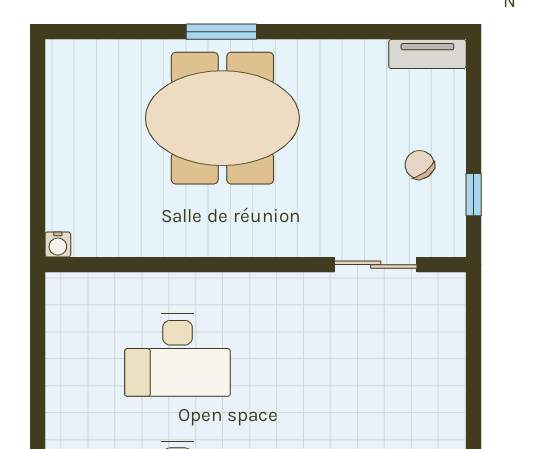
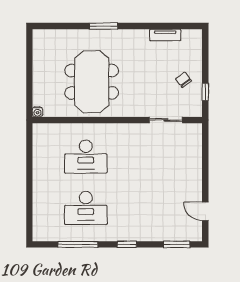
tv unit: (427, 54) -> (165, 35), moved
meeting table: (222, 118) -> (92, 82), moved, turned 90

